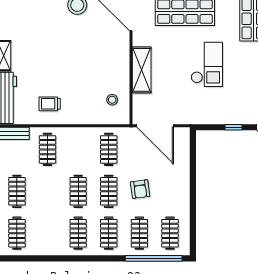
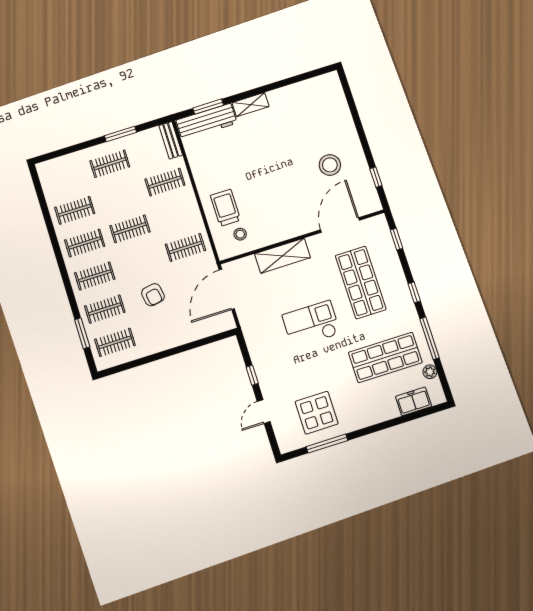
checkout: (207, 64) -> (311, 324), turned 180
trolley: (50, 104) -> (225, 208), moved, width x1.36, depth x1.39
armchair: (140, 189) -> (153, 295), turned -92
clothes rail: (109, 191) -> (140, 262), removed
clothes rail: (17, 233) -> (75, 210), moved
window: (154, 258) -> (82, 333), width x0.47

